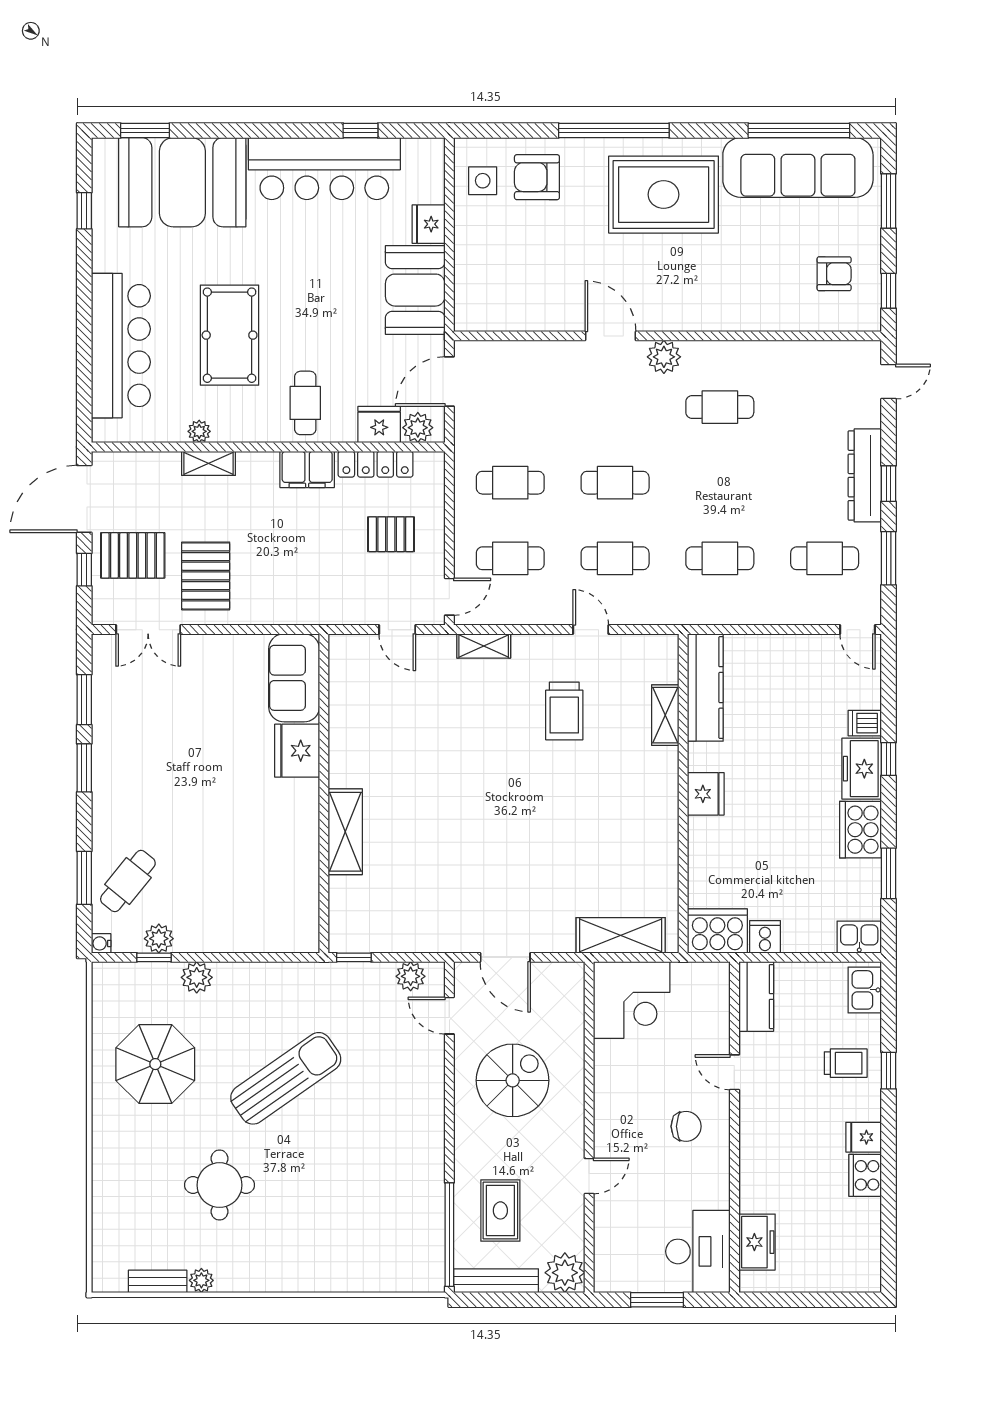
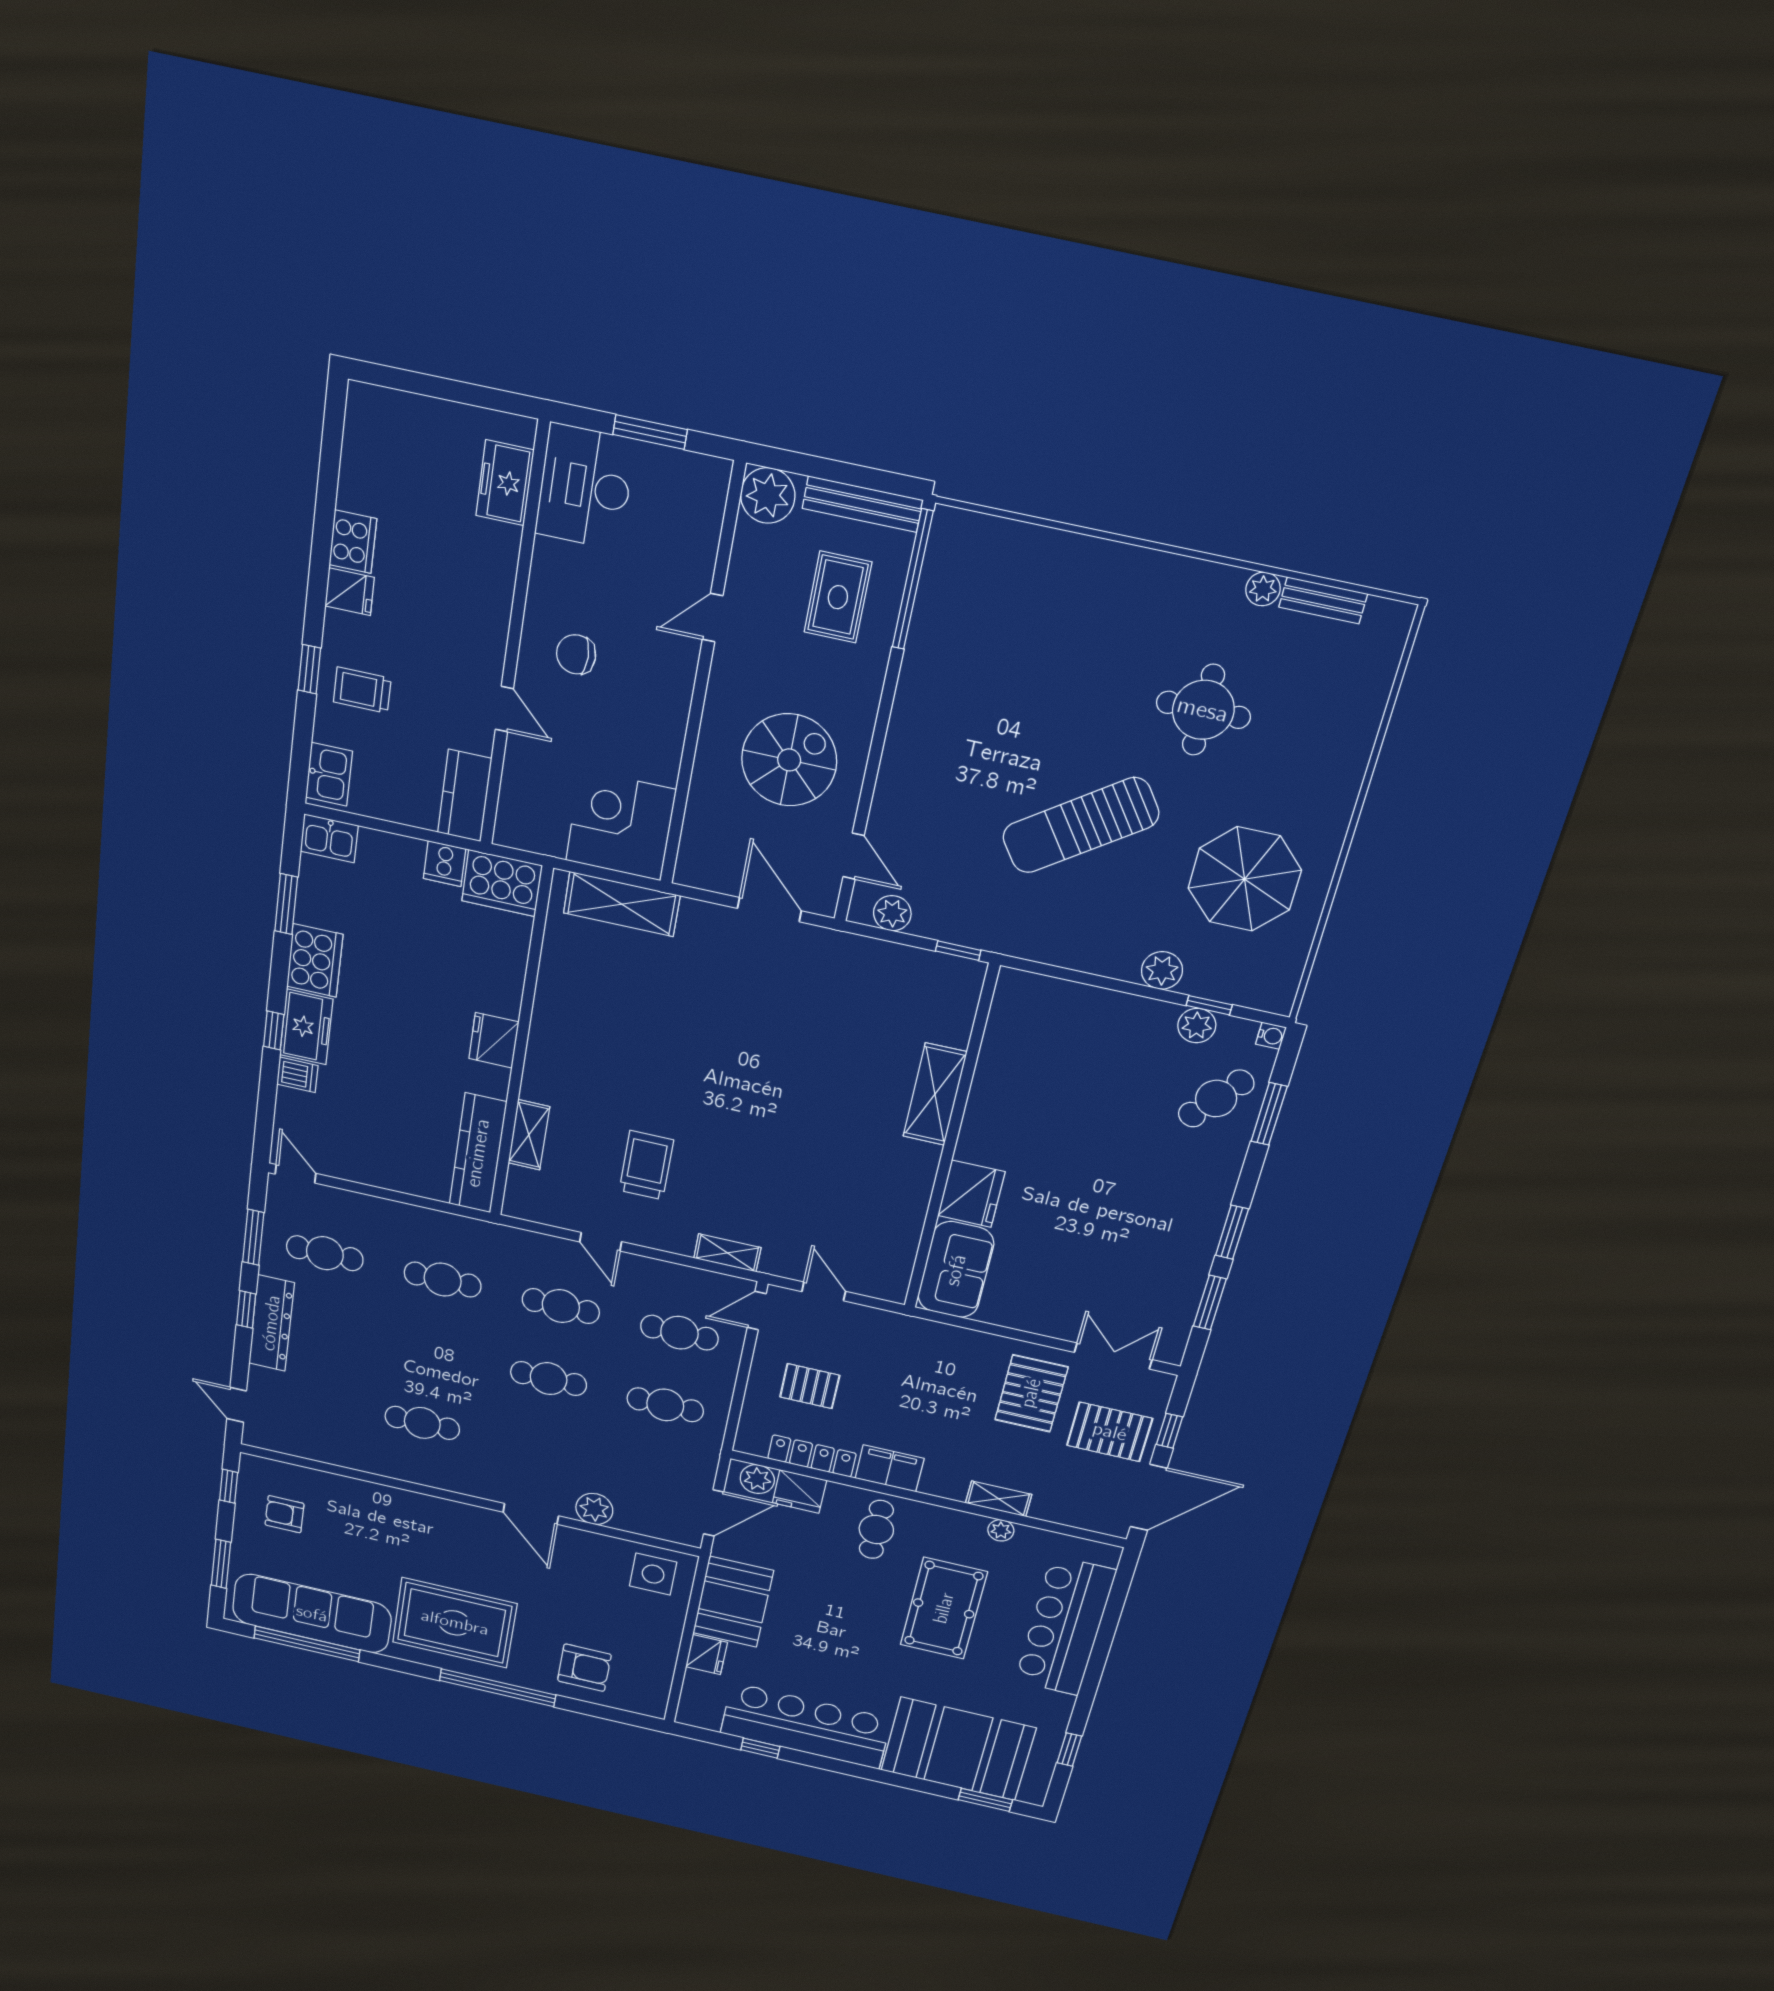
side table: (483, 181) -> (653, 1574), moved, width x1.37, depth x1.37
plant: (664, 357) -> (594, 1509), moved
door: (888, 382) -> (237, 1405), hinge flipped
spiral stairs: (513, 1080) -> (789, 760), turned 180

